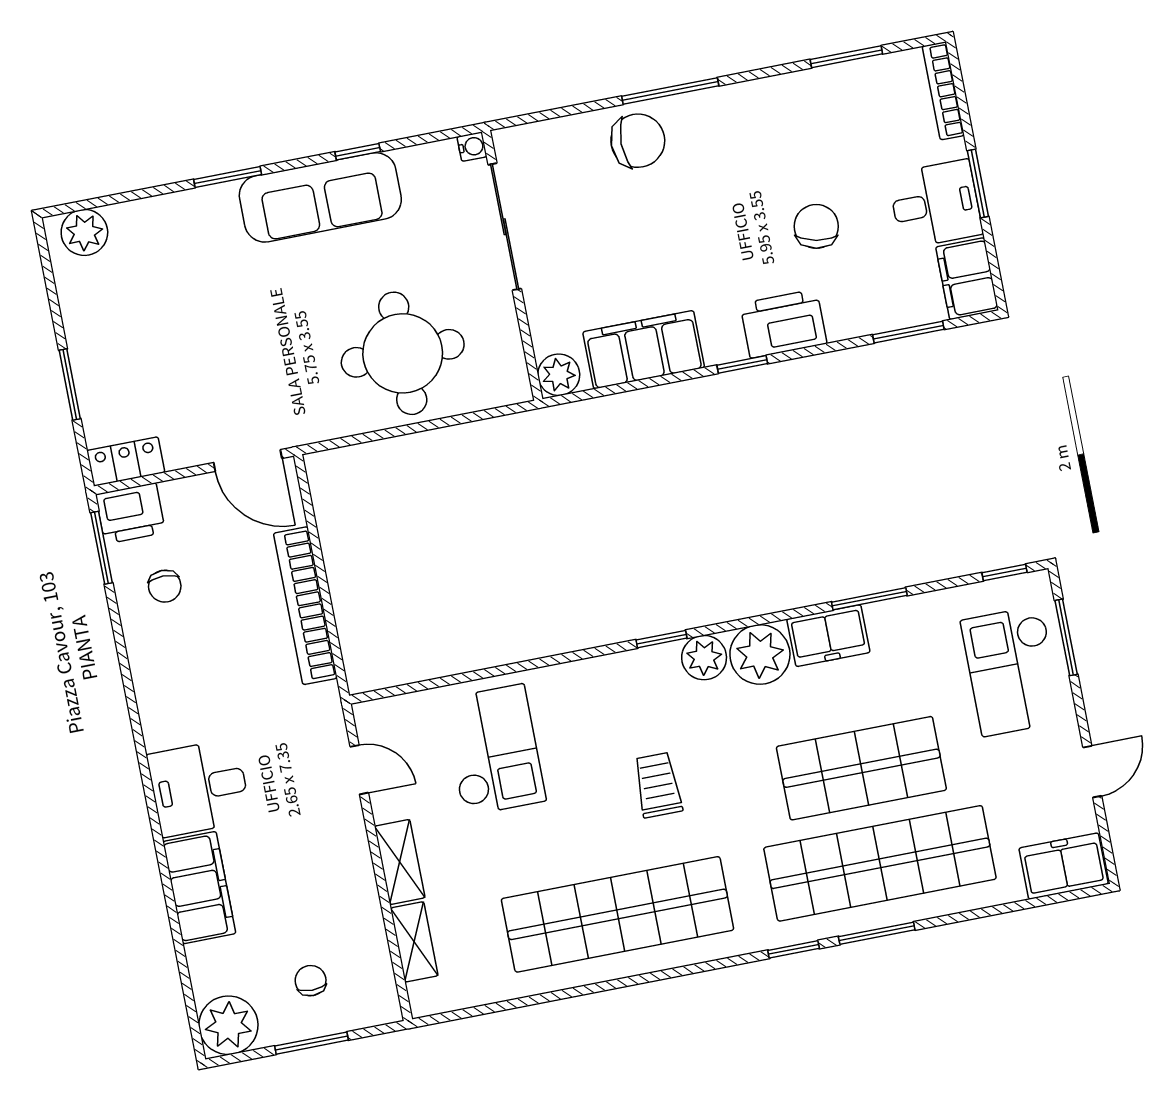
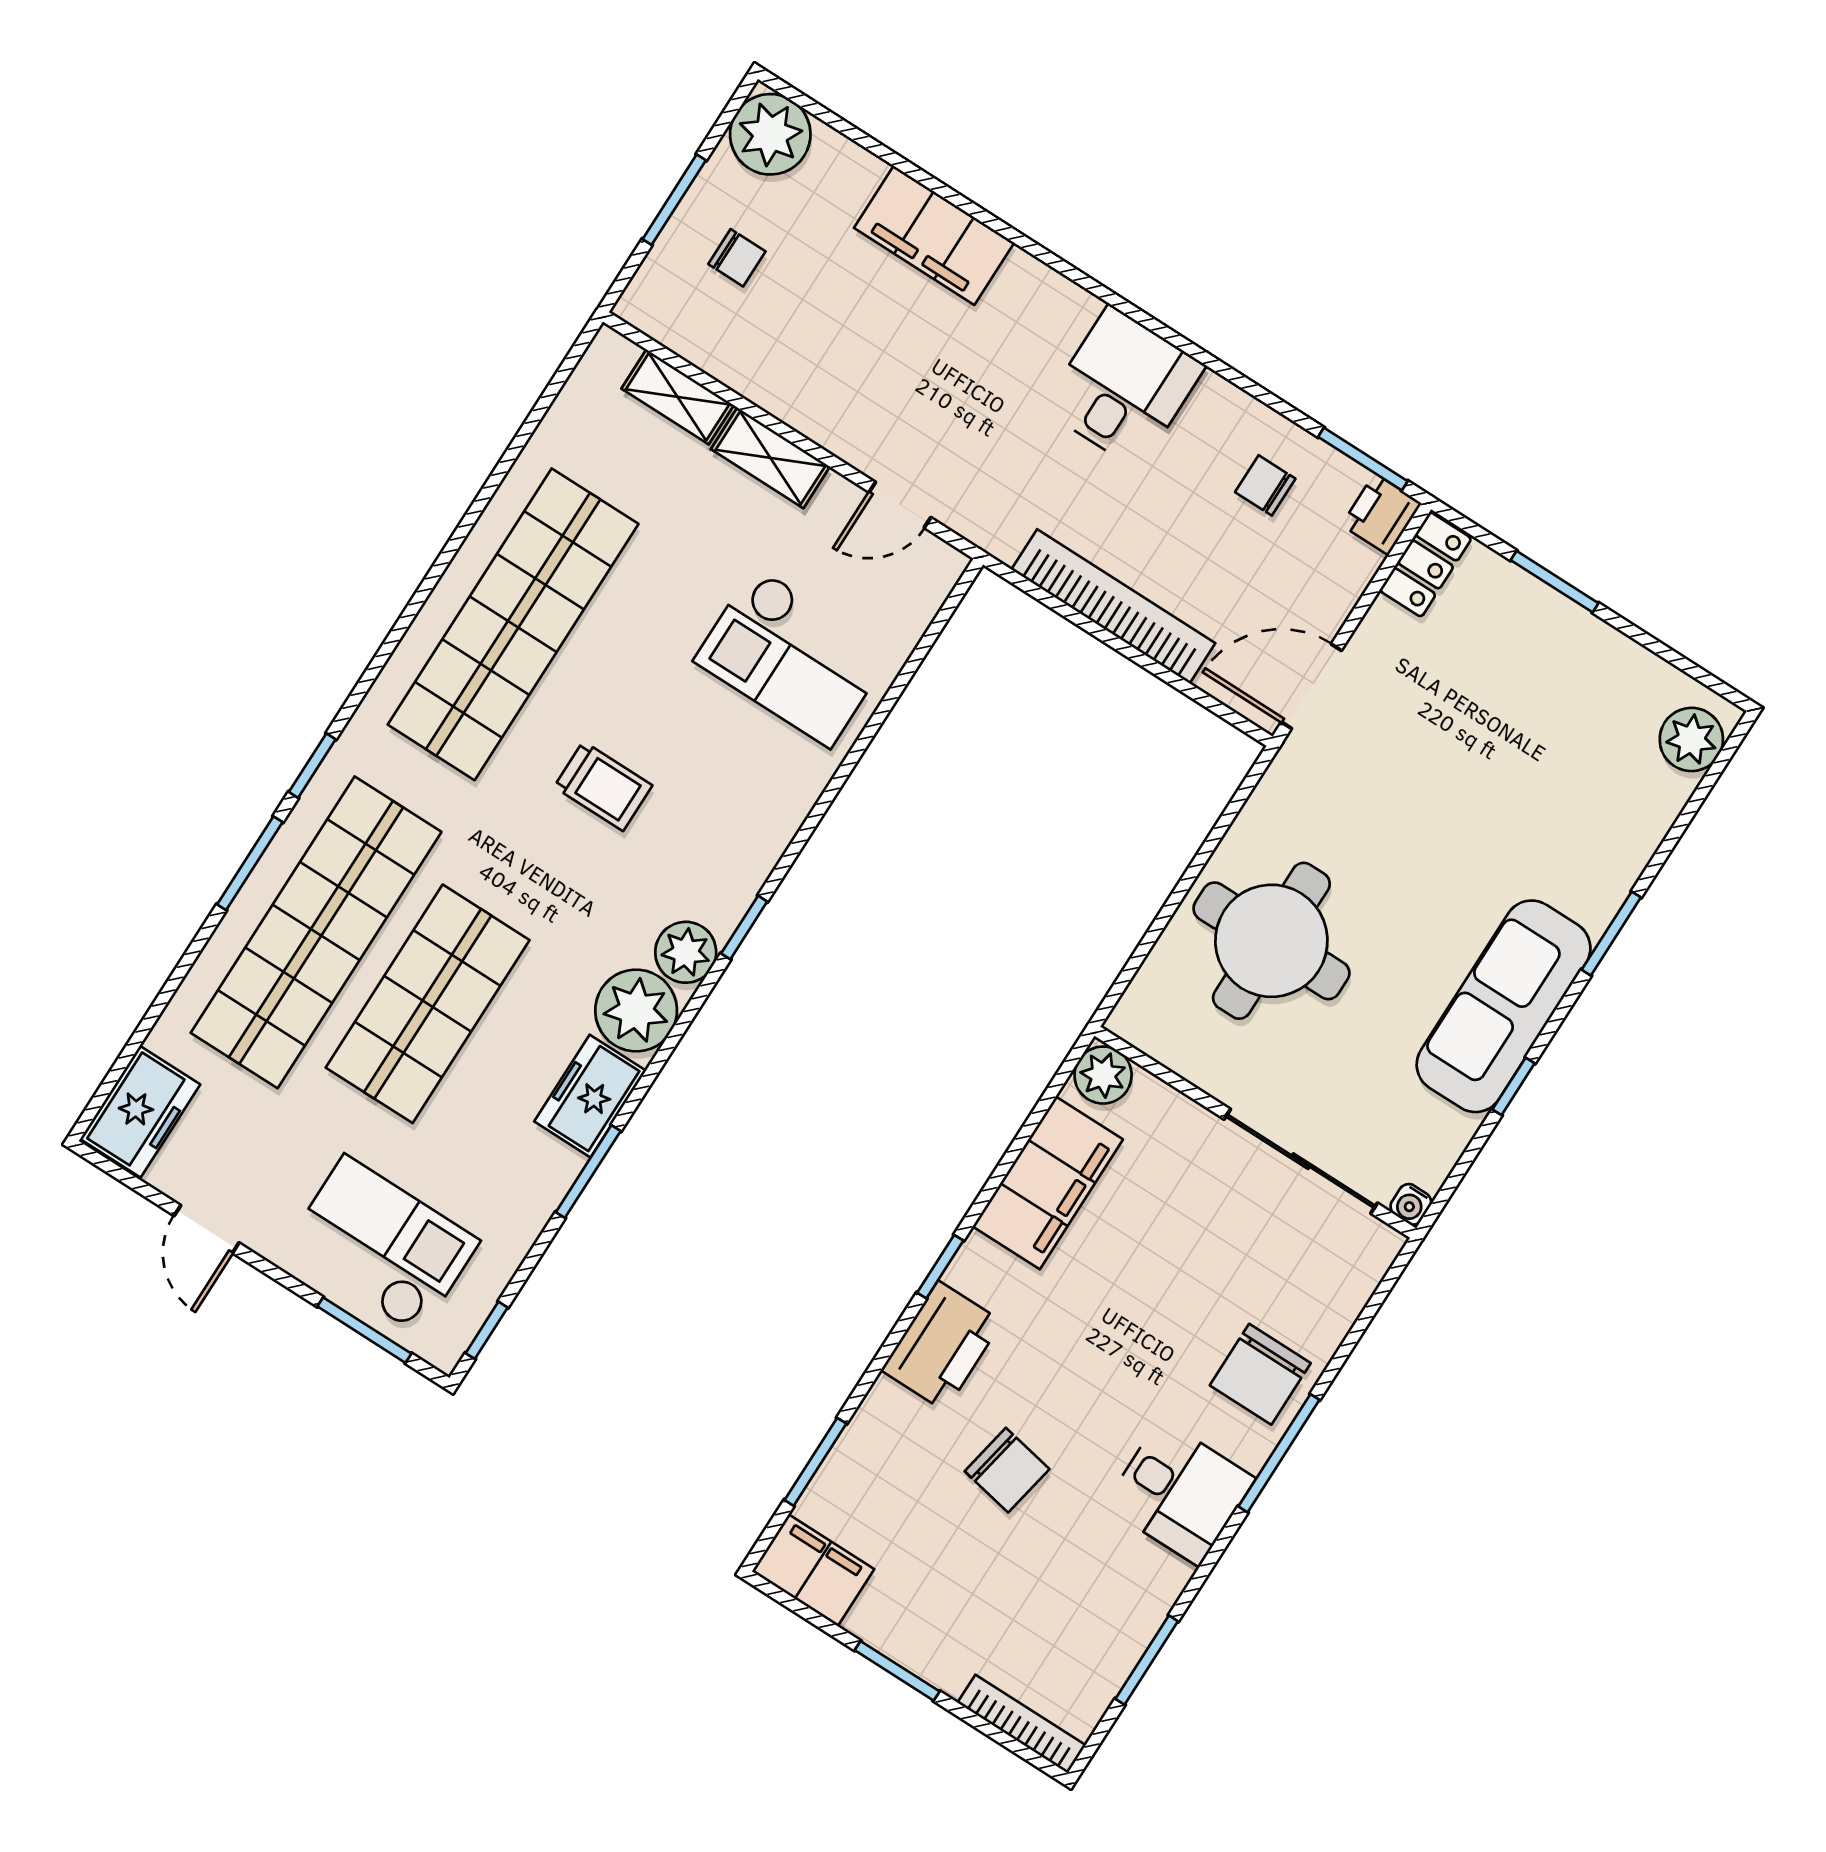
desk: (935, 204) -> (1180, 1492), moved, turned -90
printer: (130, 513) -> (1381, 514), width x0.73, depth x0.81
desk: (199, 788) -> (1124, 387), moved

